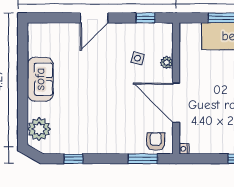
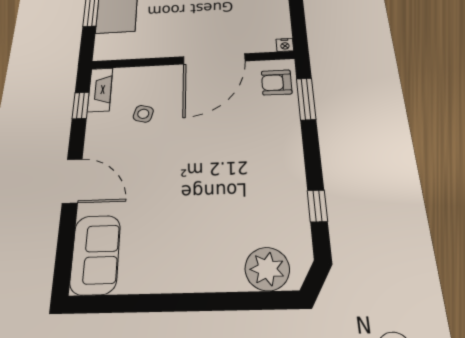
fireplace: (157, 30) -> (100, 90), added
plant: (167, 63) -> (152, 74), removed
sofa: (40, 79) -> (95, 254), moved, turned 90

